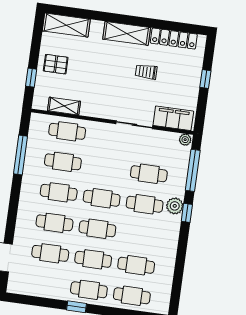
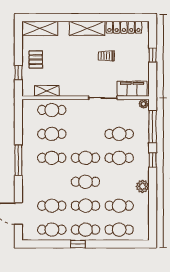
pallet: (56, 64) -> (36, 60), turned 90
window: (20, 155) -> (18, 160), moved
plant: (175, 206) -> (143, 186), moved
cafe table: (54, 223) -> (52, 230), moved

